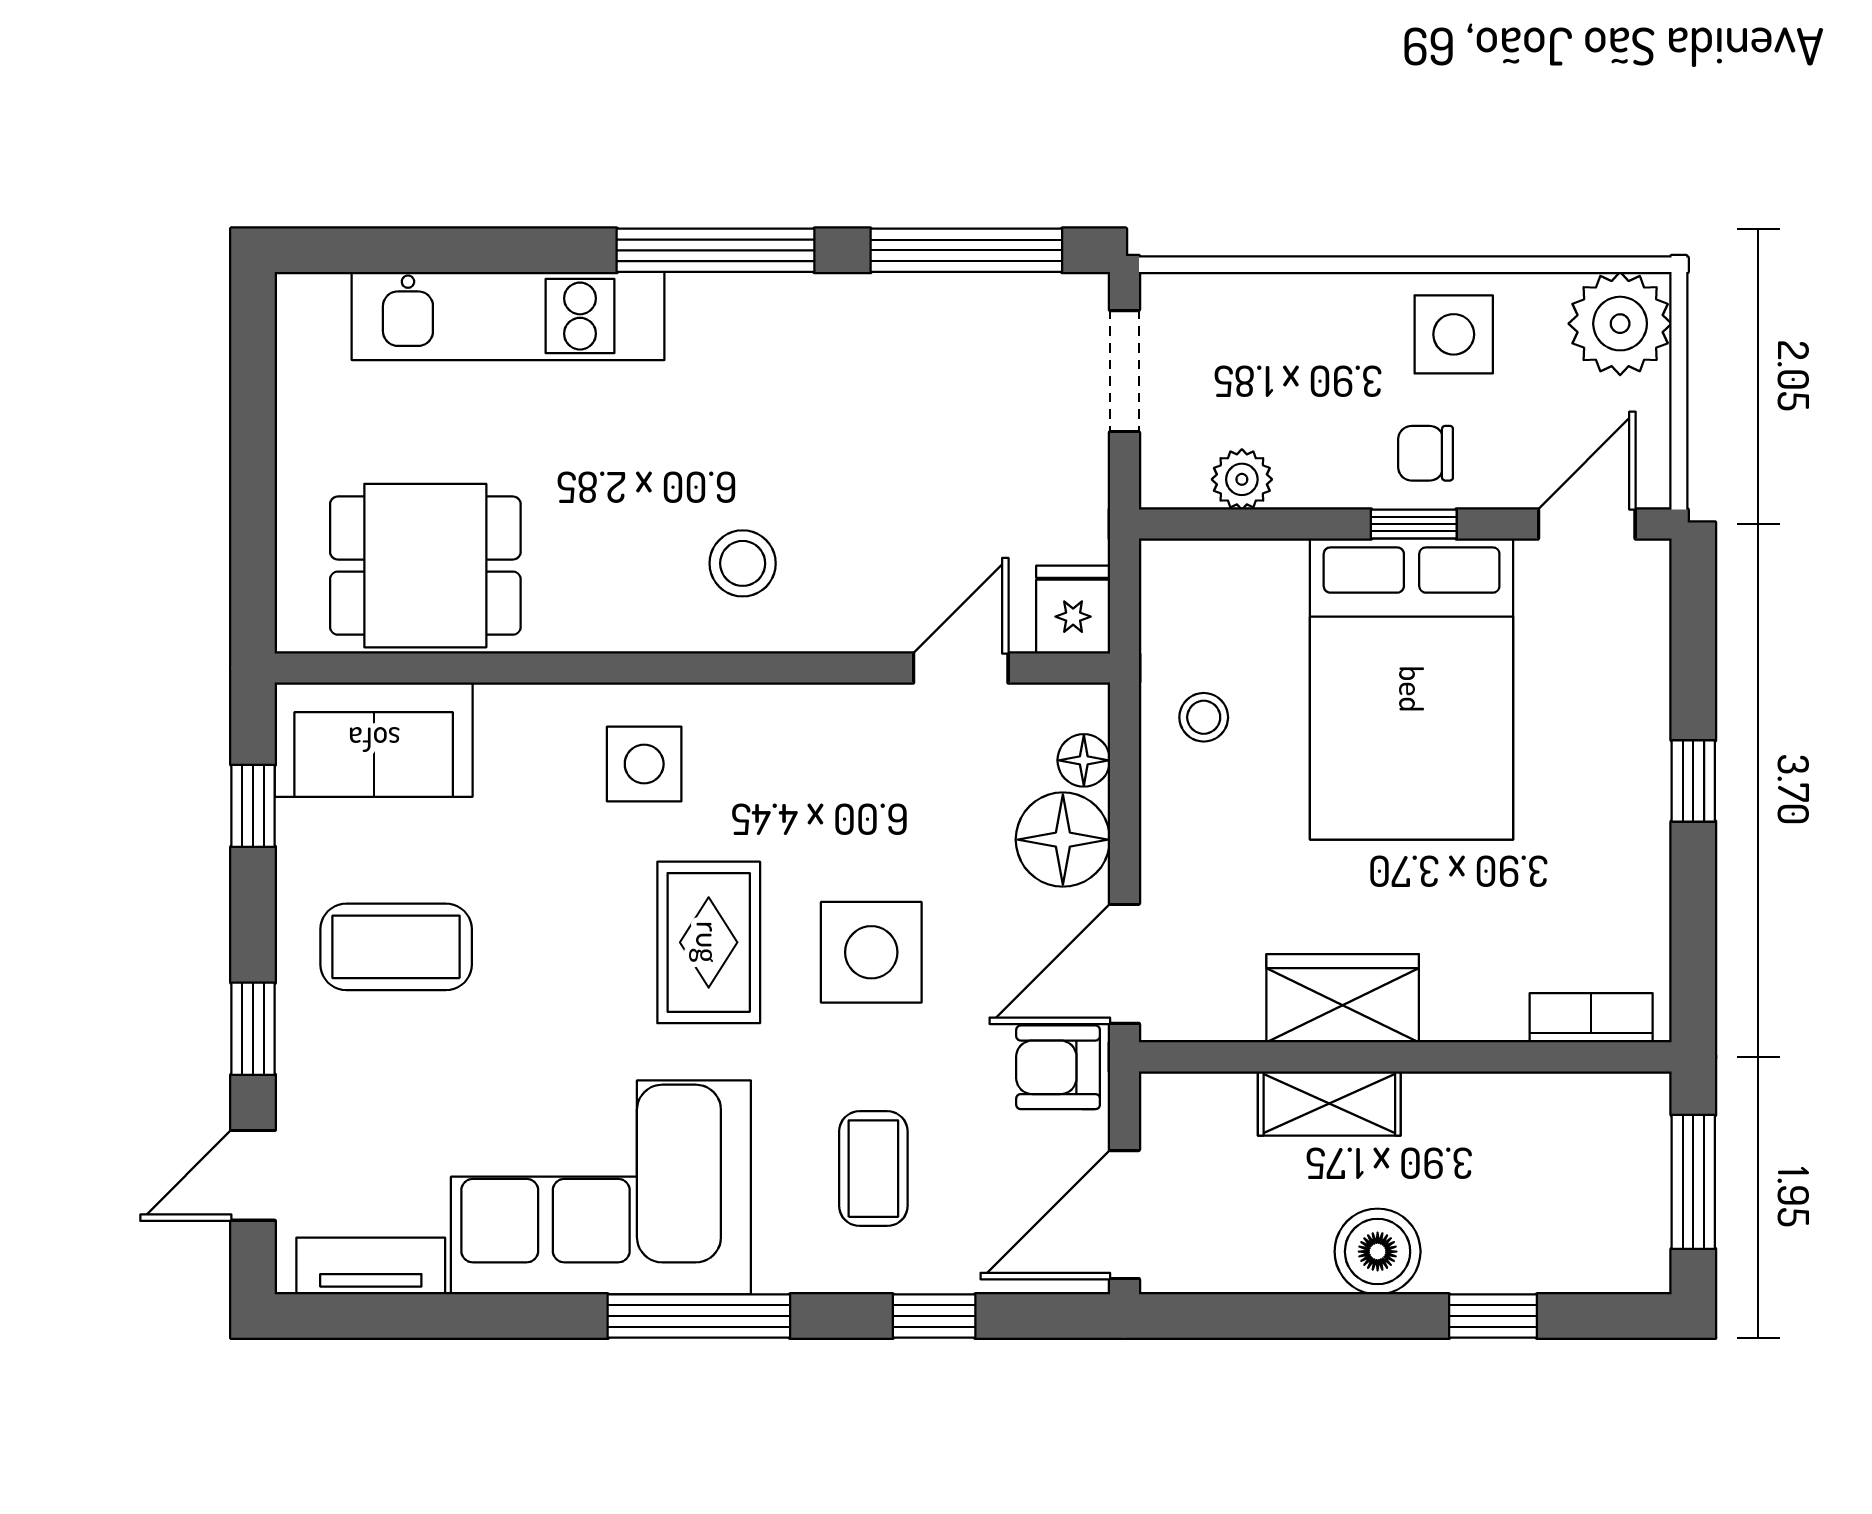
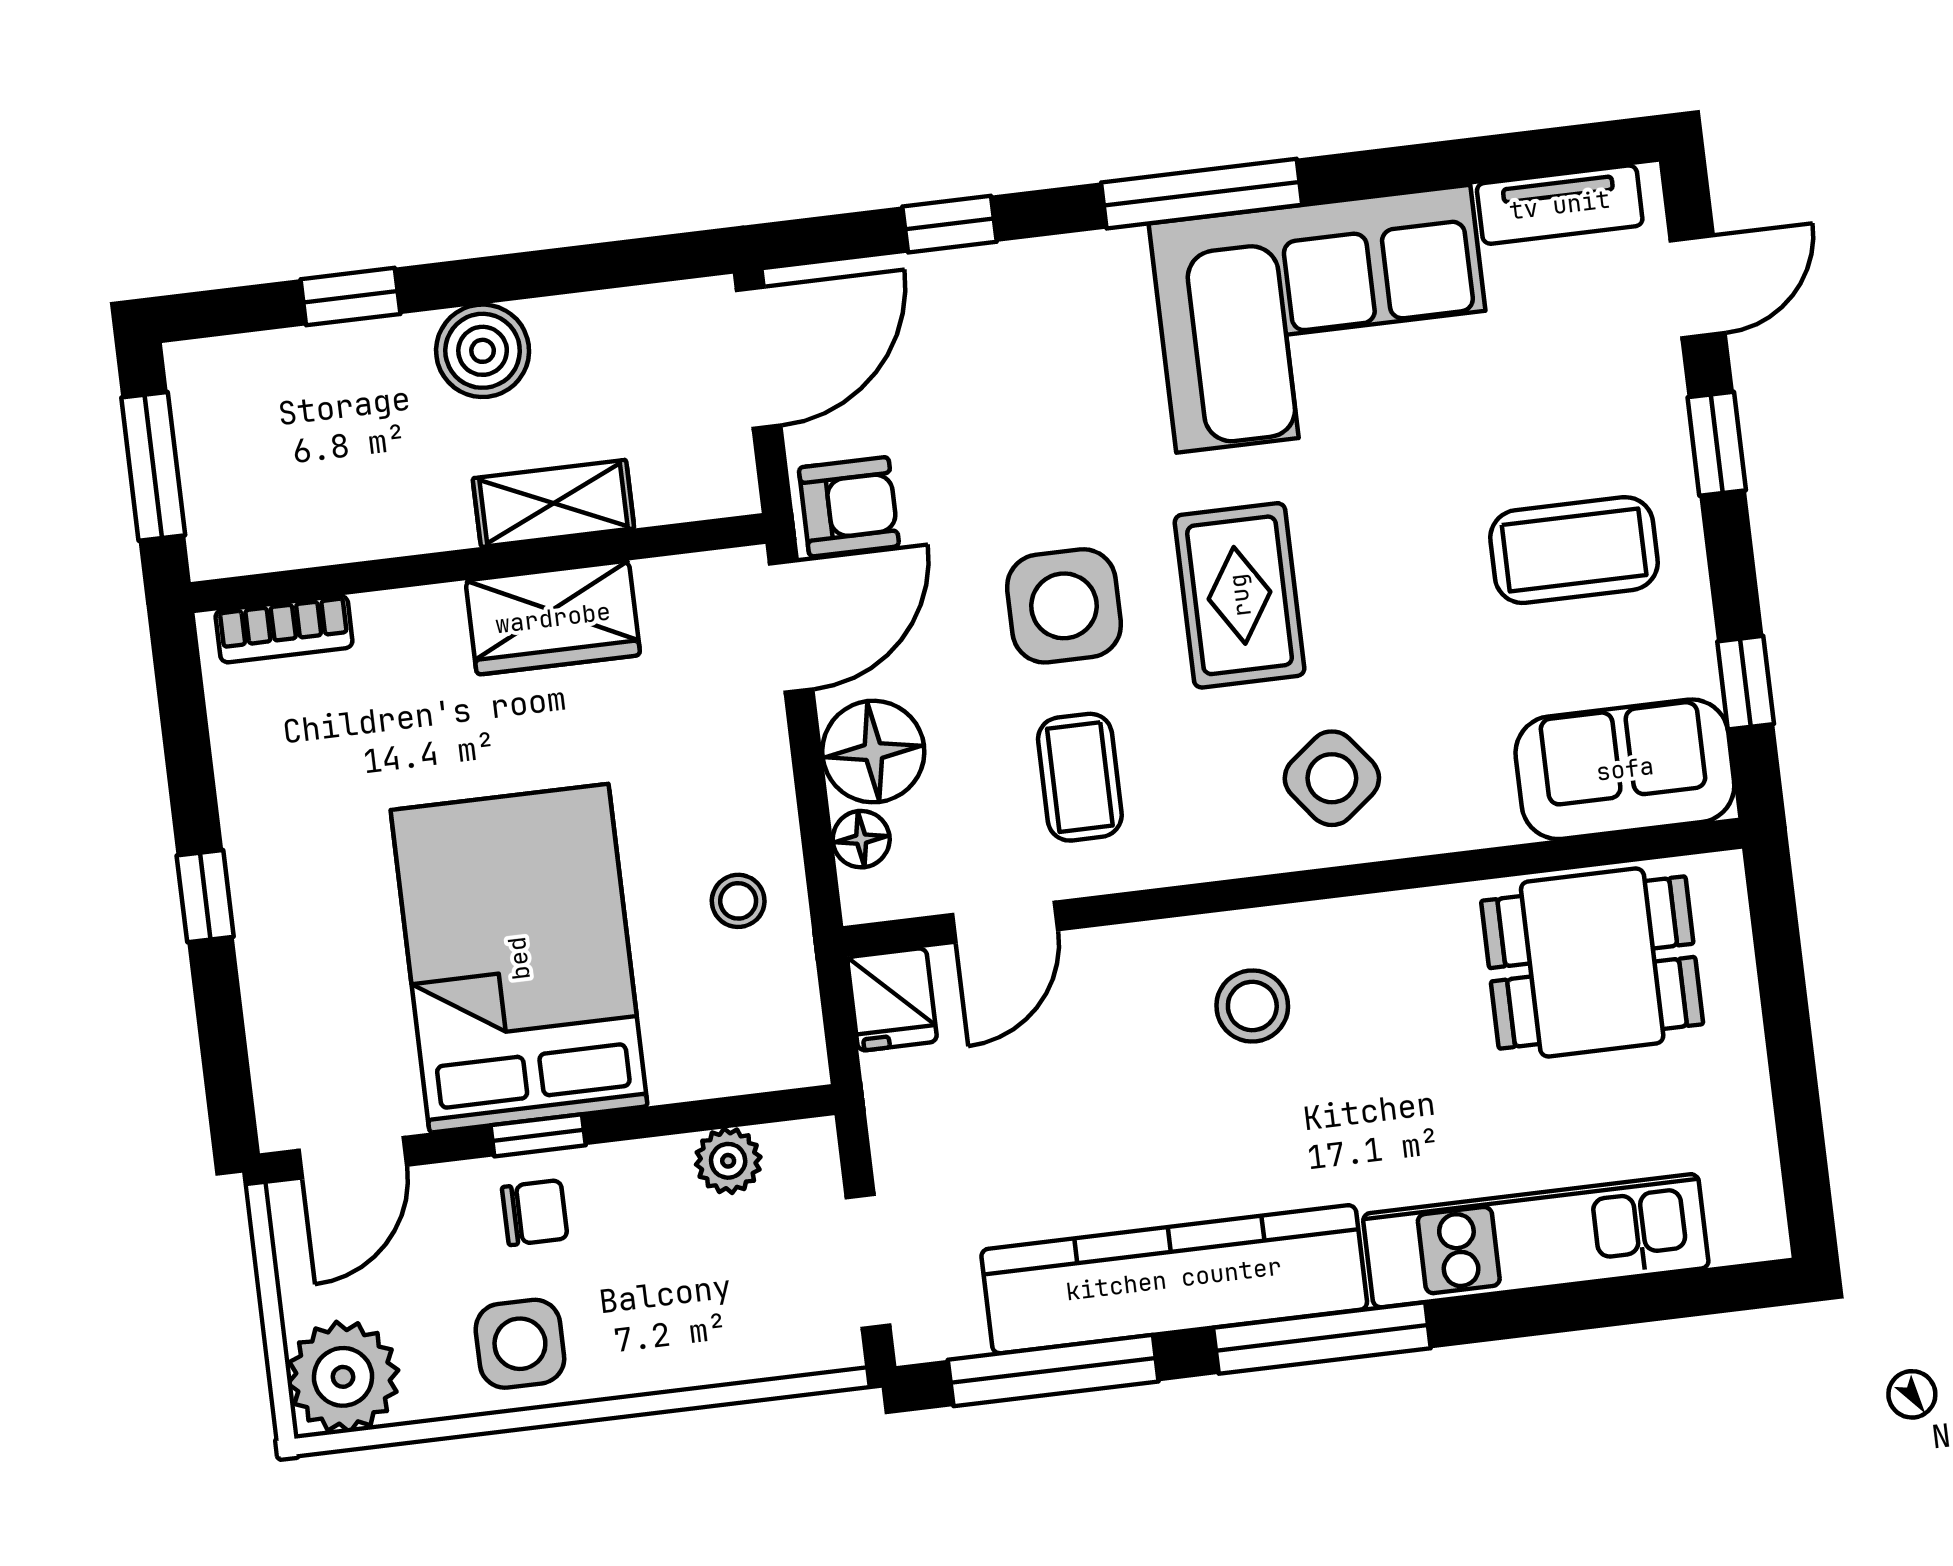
kitchen counter: (845, 321) -> (1174, 1279), added
side table: (644, 764) -> (1332, 778), turned -38
coffee table: (873, 1169) -> (1080, 777), moved

